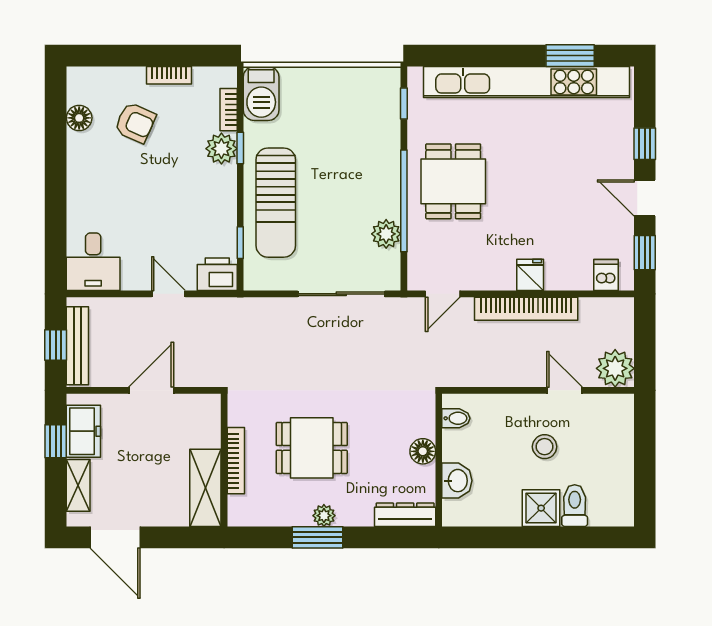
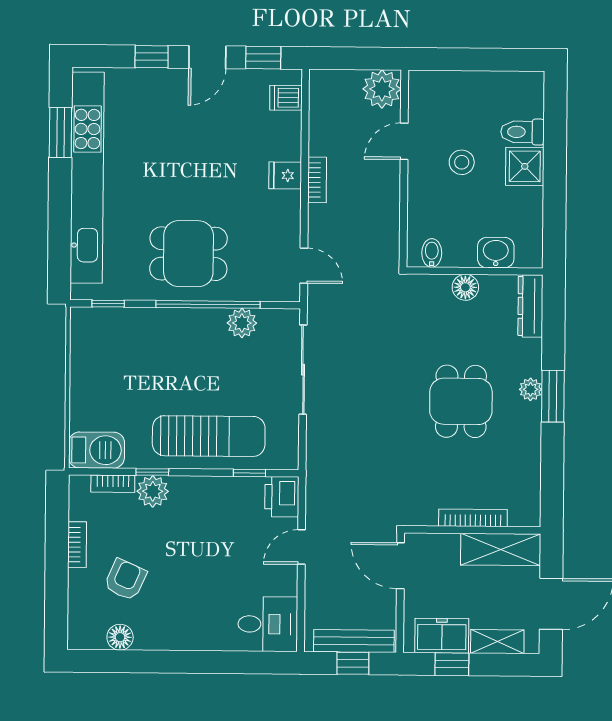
bookcase: (526, 309) -> (317, 180), width x0.43, depth x0.76
wall: (224, 460) -> (472, 530), moved
bookcase: (236, 461) -> (473, 518), moved
shelving: (205, 488) -> (501, 549), moved

